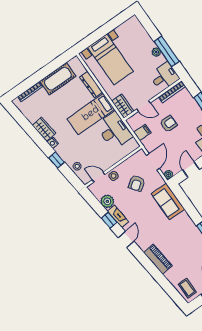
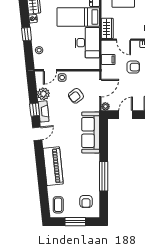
door: (99, 177) -> (50, 70), swing flipped
sofa: (168, 201) -> (91, 133), width x1.36
piano: (158, 259) -> (53, 166), width x1.37, depth x1.33

